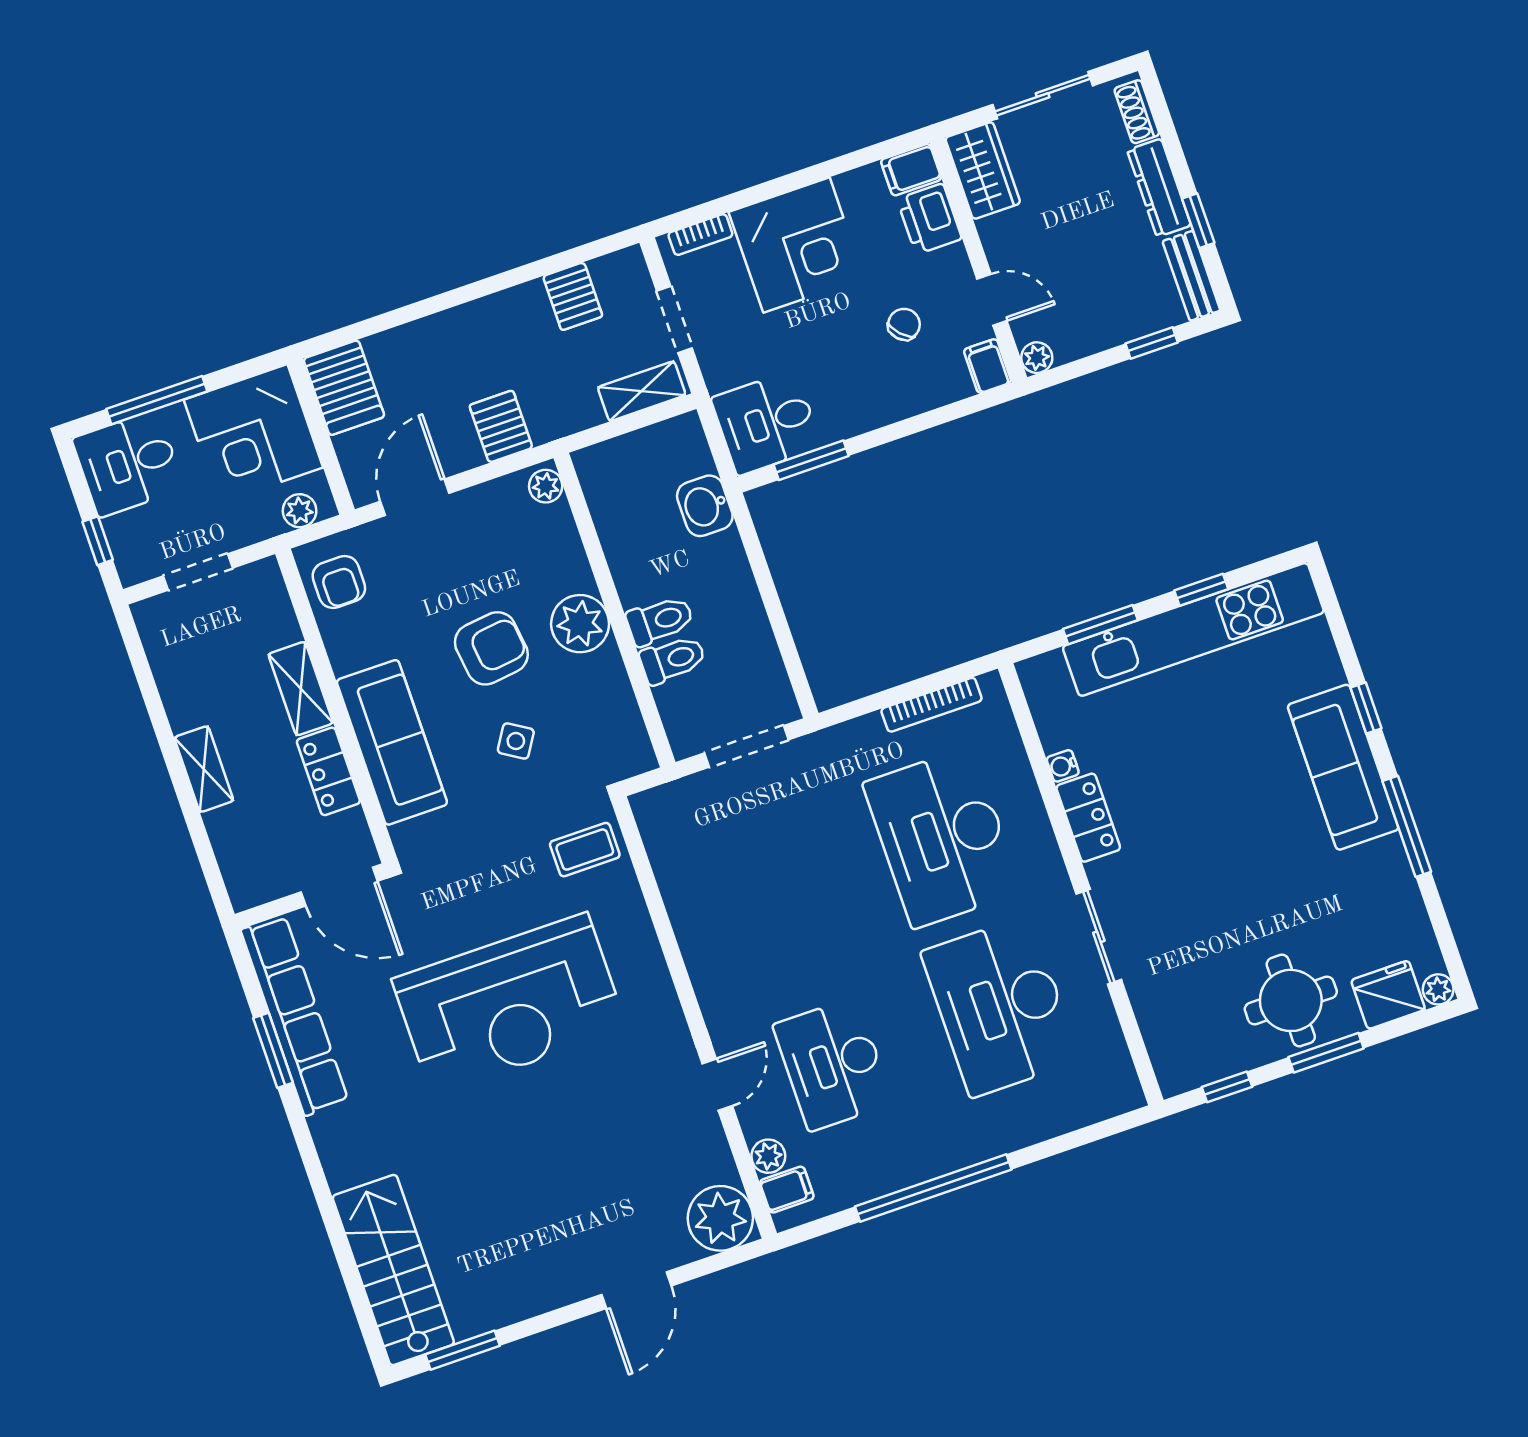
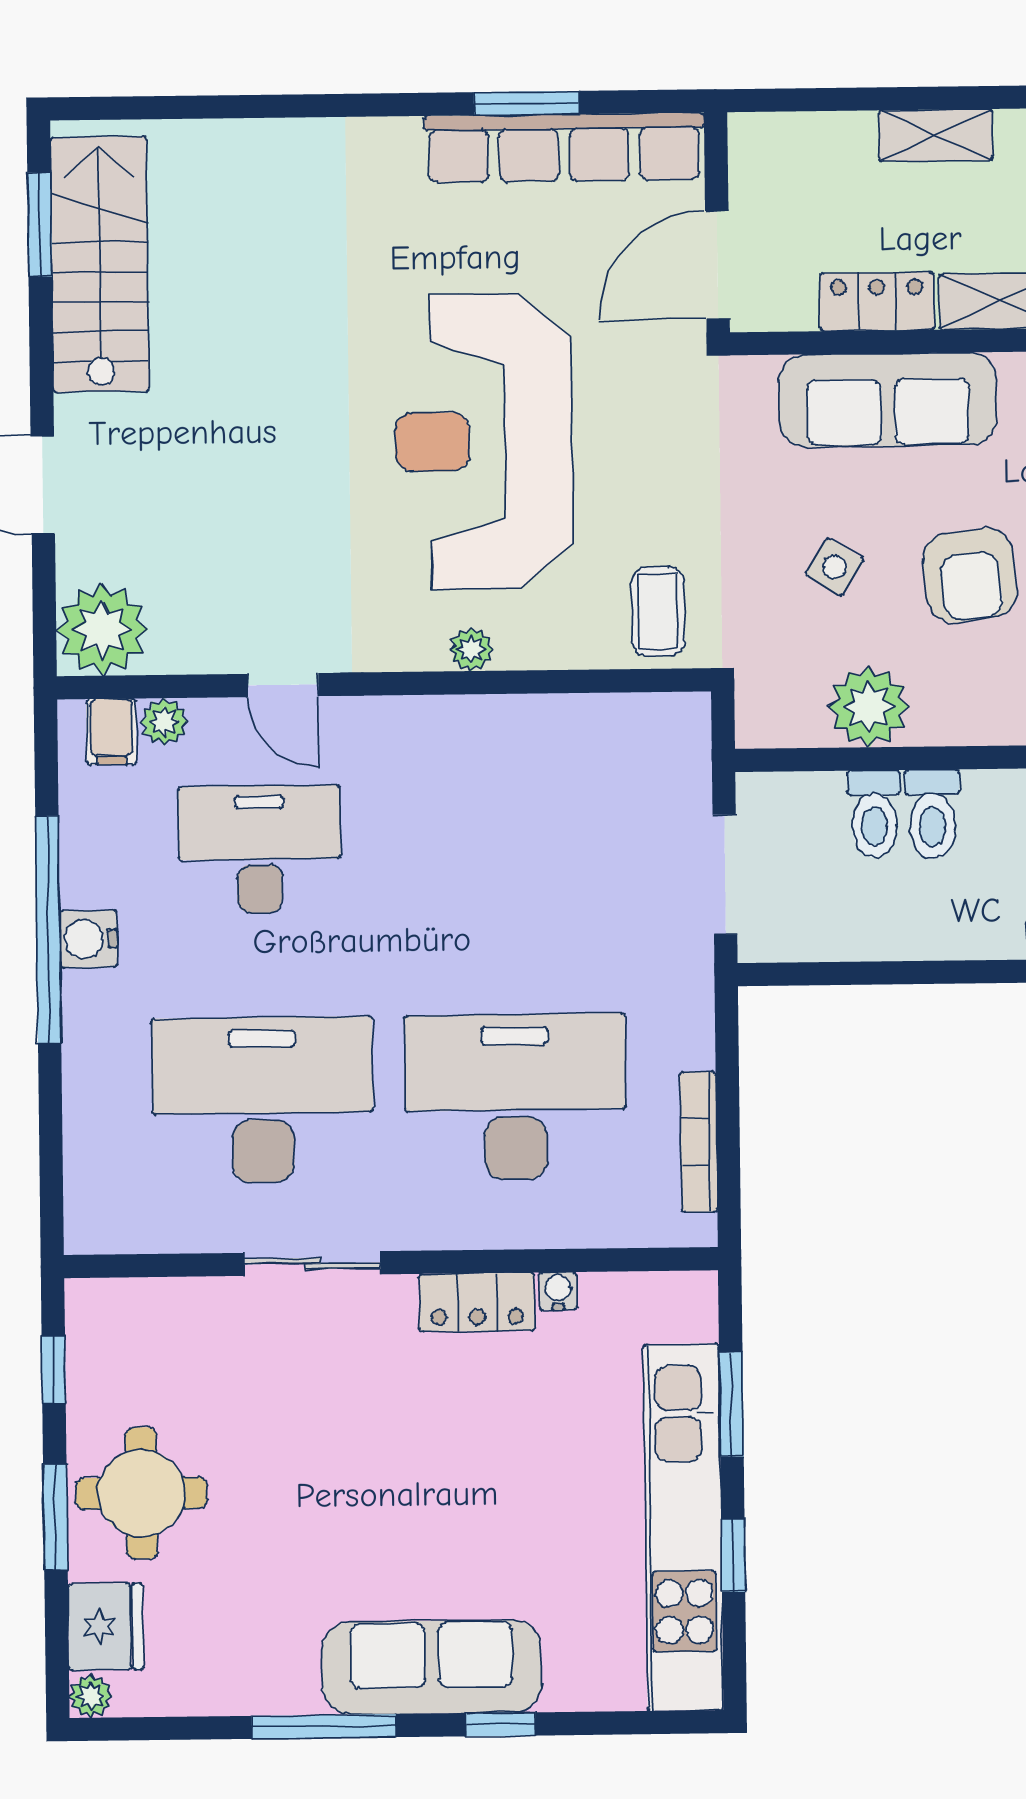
plant: (580, 624) -> (869, 707), moved
plant: (652, 966) -> (471, 649), added
water cooler: (931, 1159) -> (89, 939), added
stairs: (393, 1270) -> (100, 264), moved, turned -90

